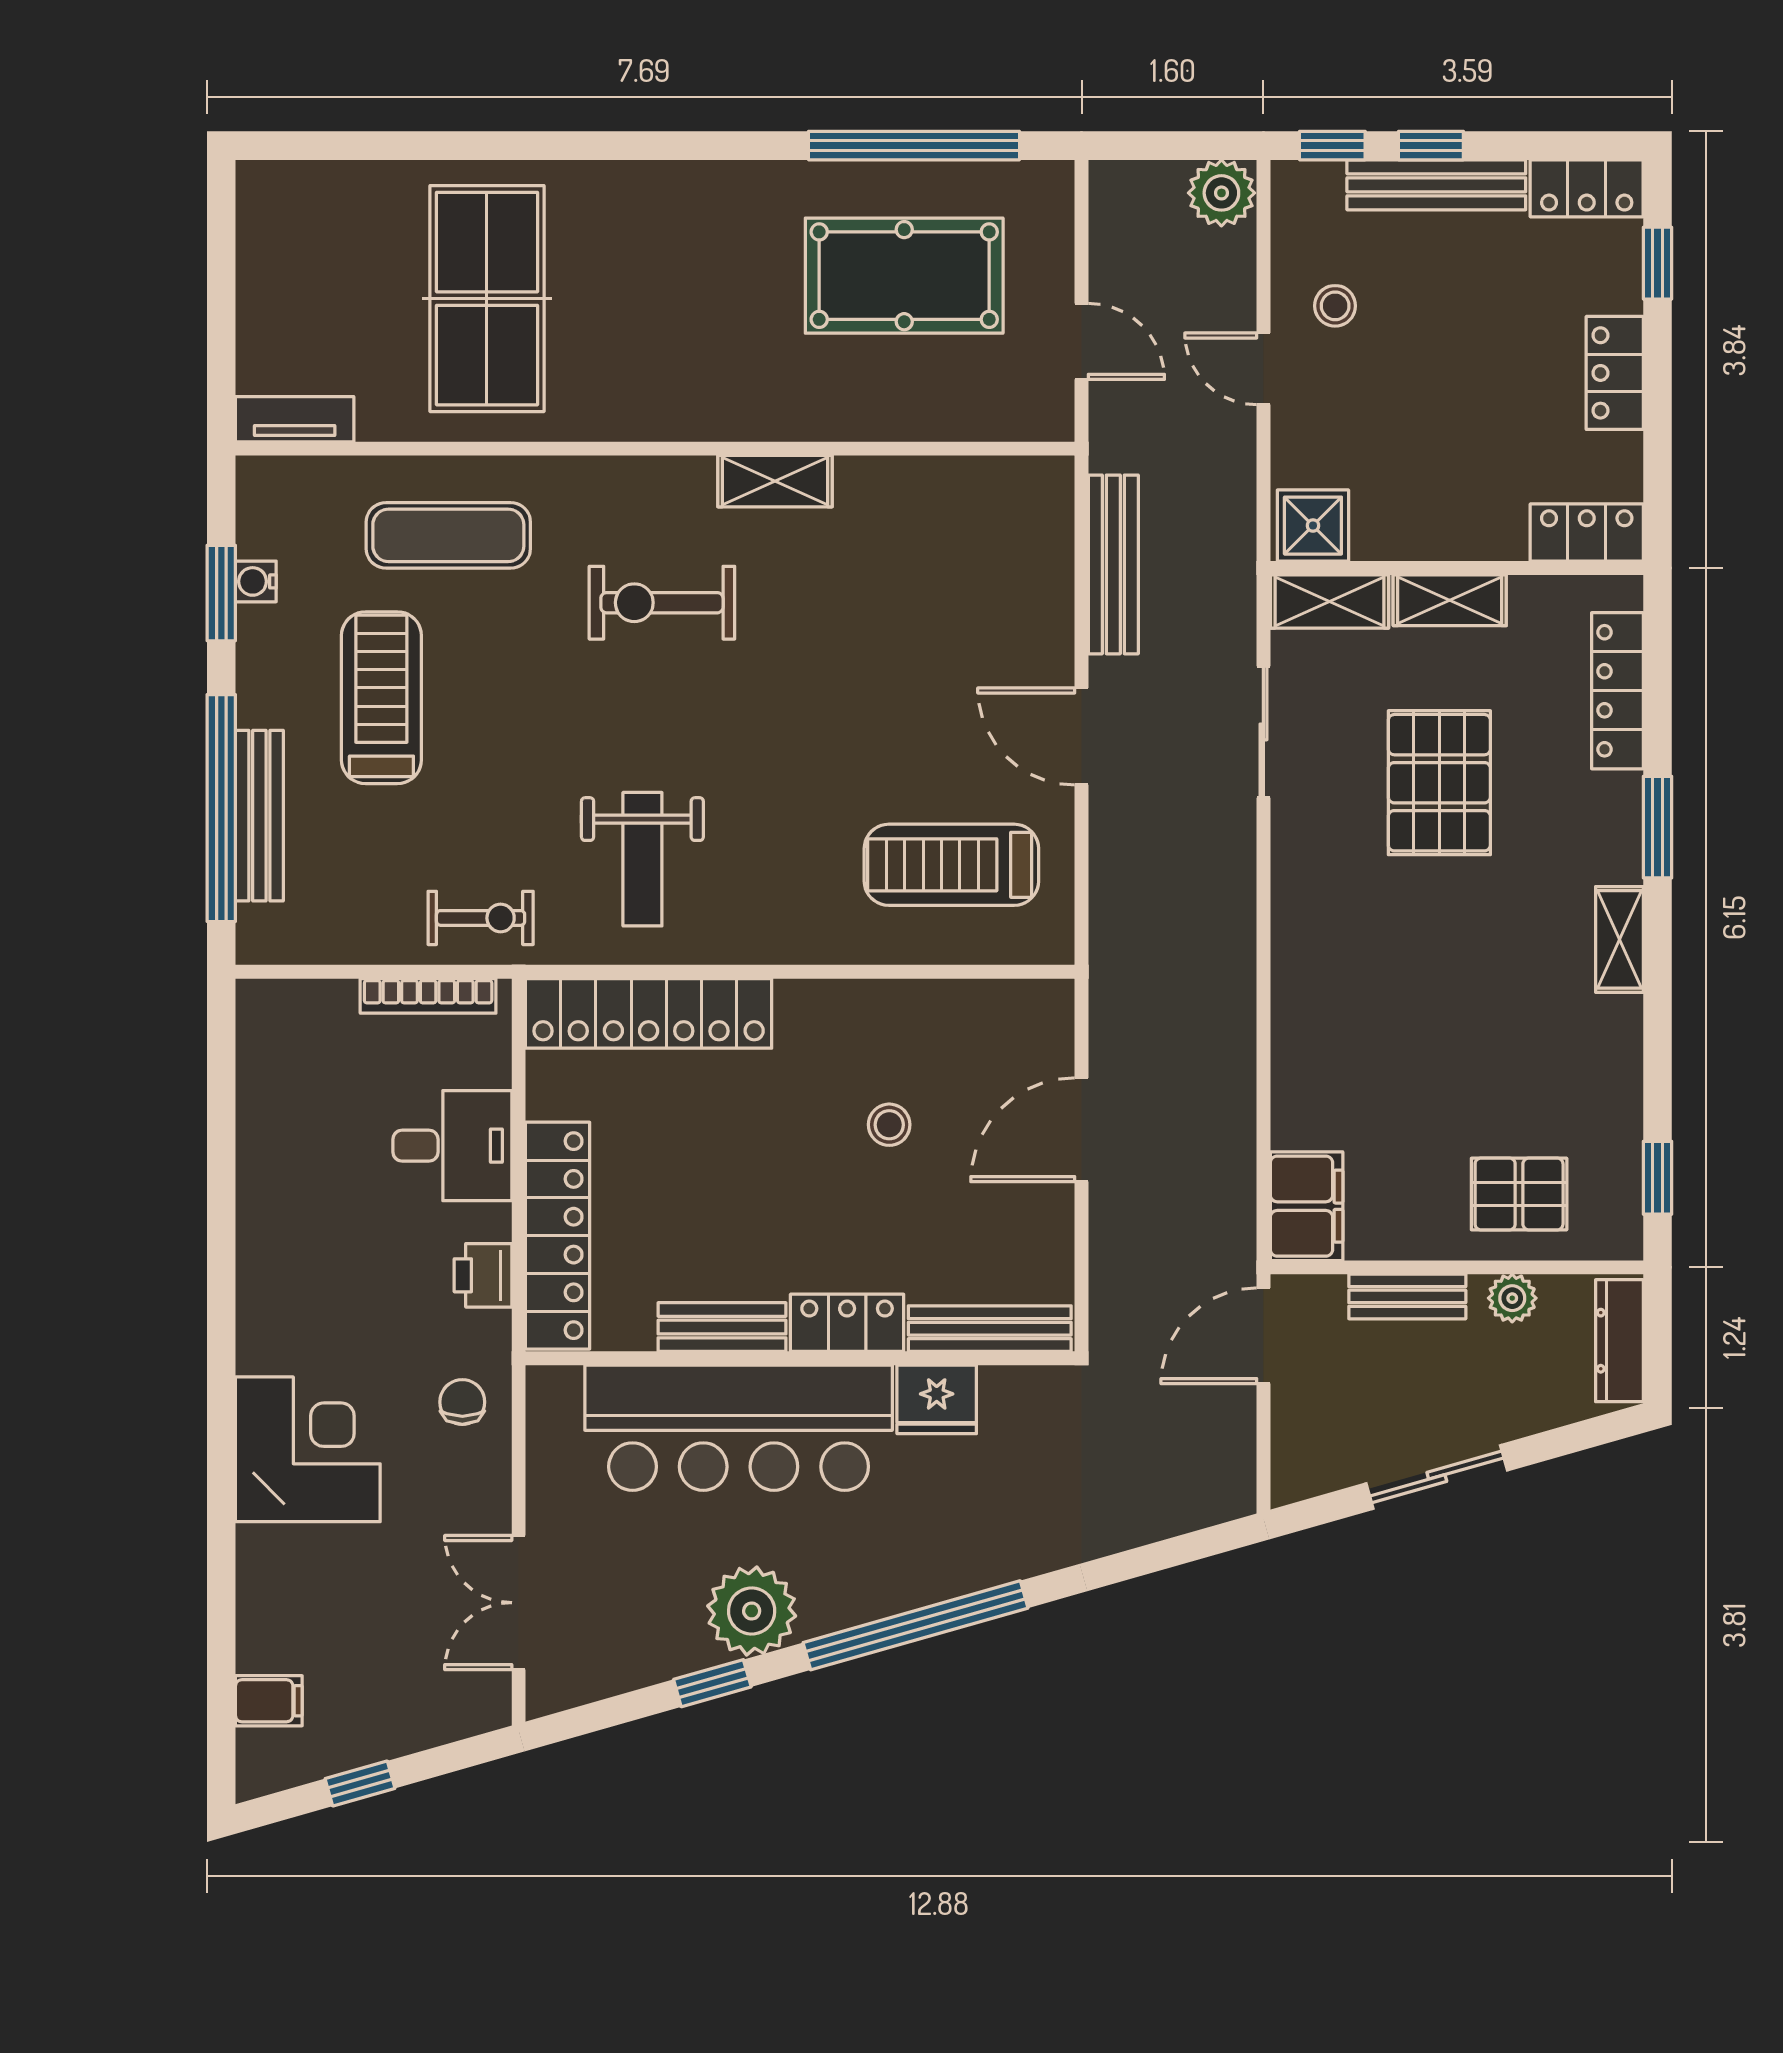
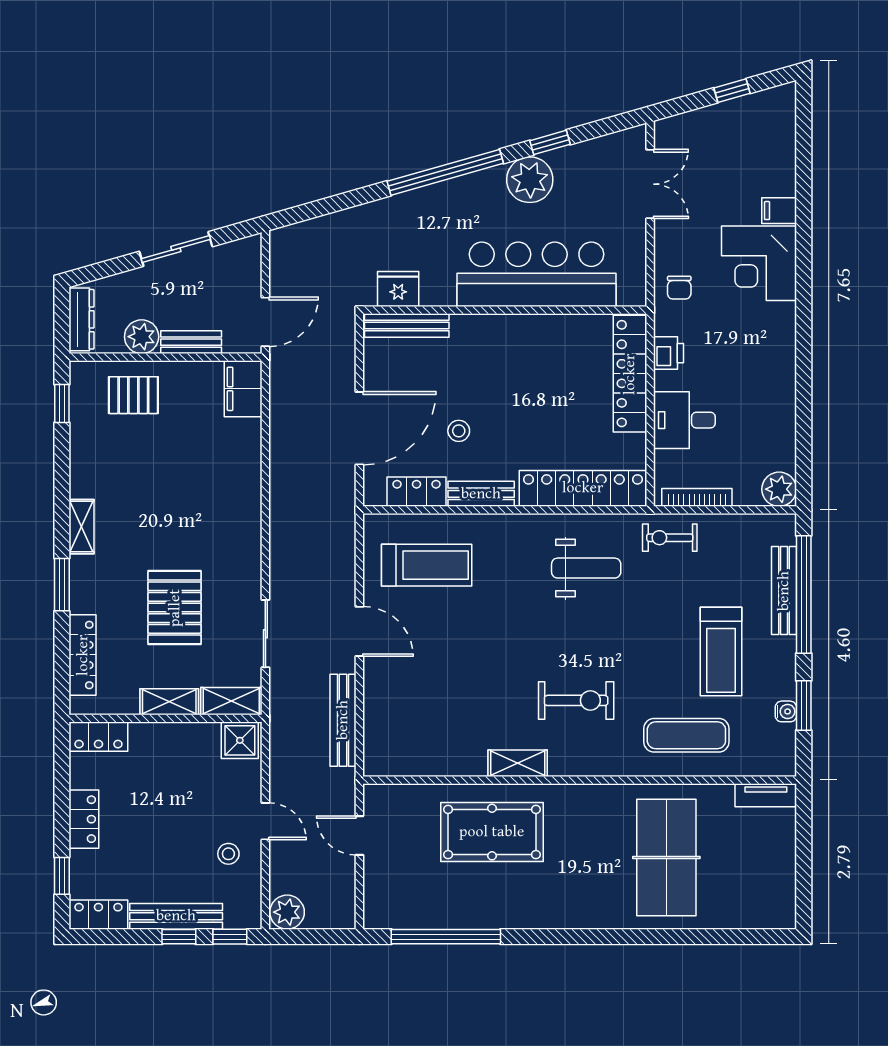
pool table: (904, 276) -> (492, 832), moved
weight bench: (642, 859) -> (586, 568), turned 90
plant: (269, 1012) -> (779, 489), added
door: (1082, 1130) -> (359, 428), width x1.36
plant: (1512, 1298) -> (142, 337), width x1.38, depth x1.38
locker: (847, 1323) -> (416, 492), moved, turned 180
bench: (722, 1327) -> (481, 494), moved
fridge: (937, 1399) -> (398, 289), moved
filing cabinet: (269, 1701) -> (779, 211), moved

